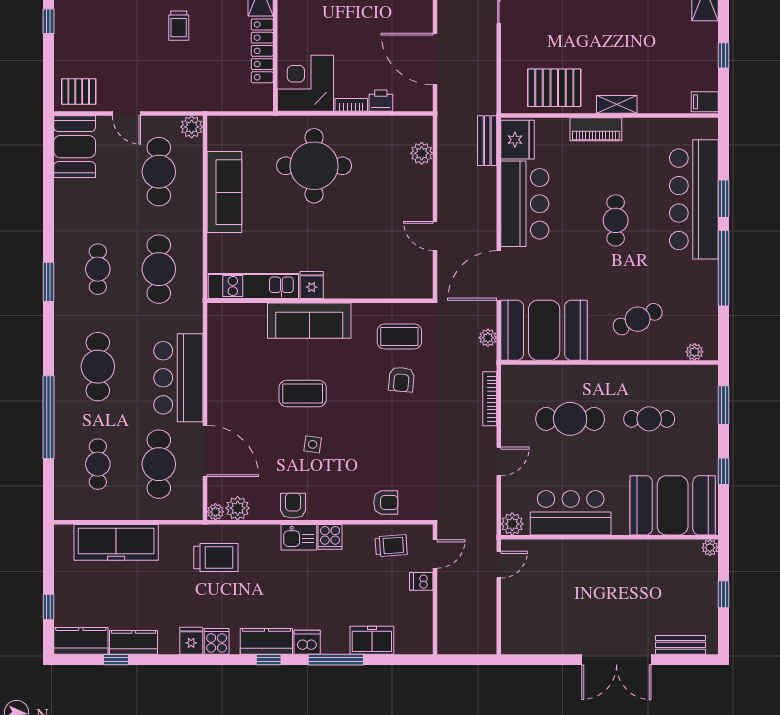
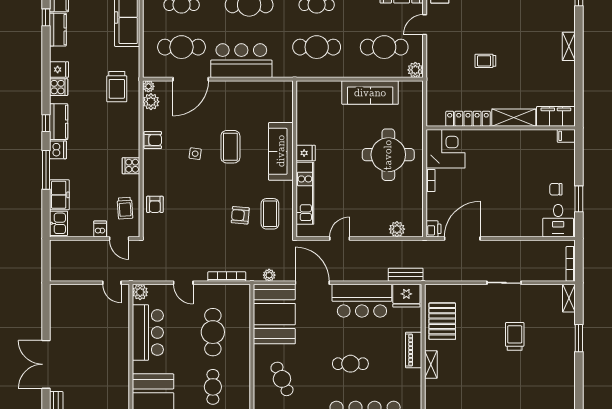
printer: (381, 101) -> (433, 229), moved
kitchen unit: (253, 286) -> (305, 193), moved
kitchen sink: (299, 537) -> (59, 223), moved, turned 180

